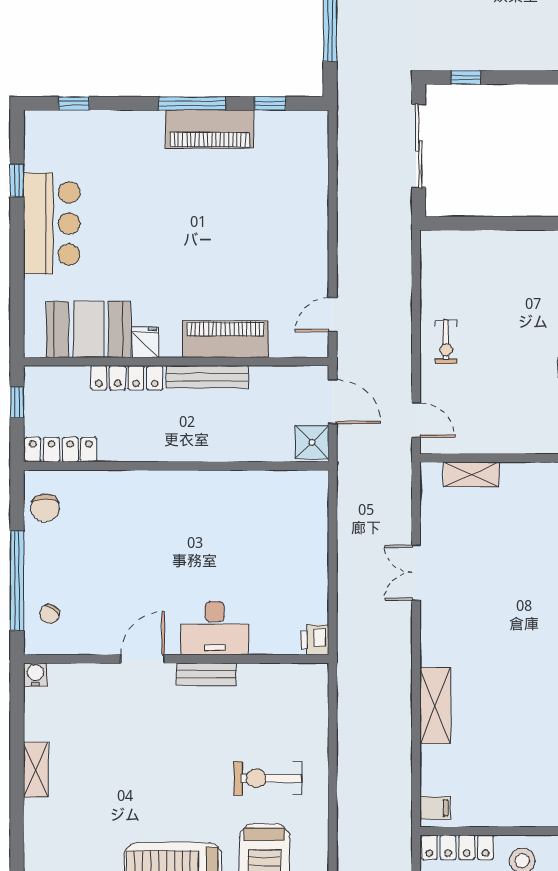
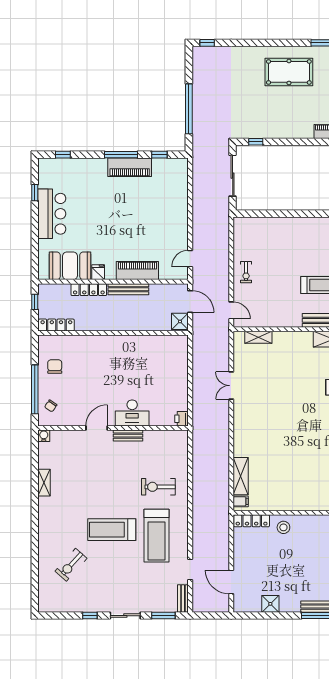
chair: (45, 508) -> (55, 367), moved, turned 180
shelving: (435, 706) -> (241, 476), moved

